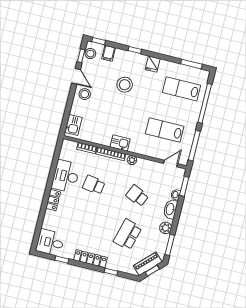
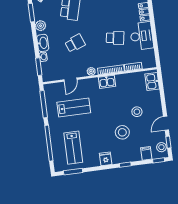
door: (76, 76) -> (166, 123), hinge flipped
lab bench: (181, 89) -> (73, 148), turned 90
stool: (85, 94) -> (137, 112), moved
door: (171, 163) -> (70, 80), moved
school desk: (137, 196) -> (75, 43), turned -45

